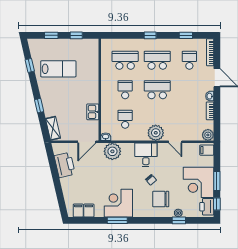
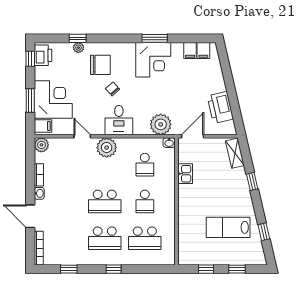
school desk: (189, 60) -> (65, 238), removed
window: (217, 181) -> (30, 100), moved
corner desk: (198, 182) -> (53, 99), moved

